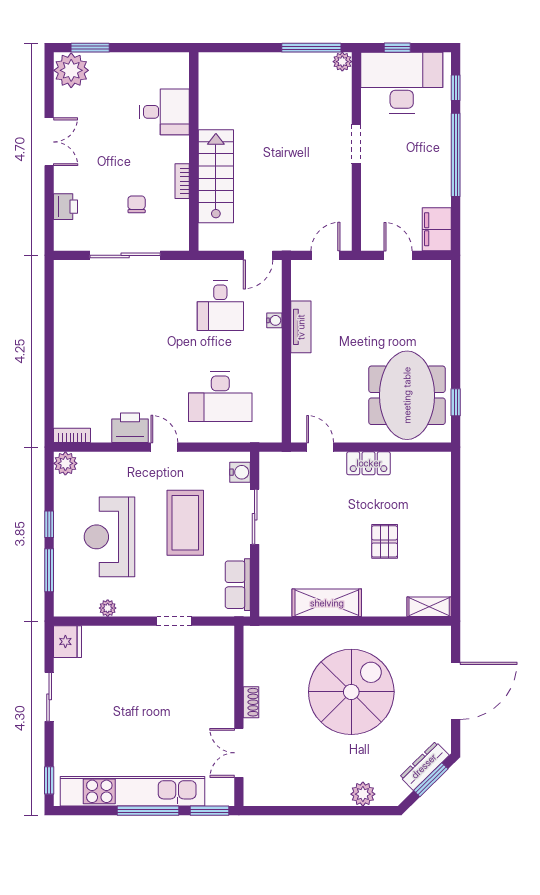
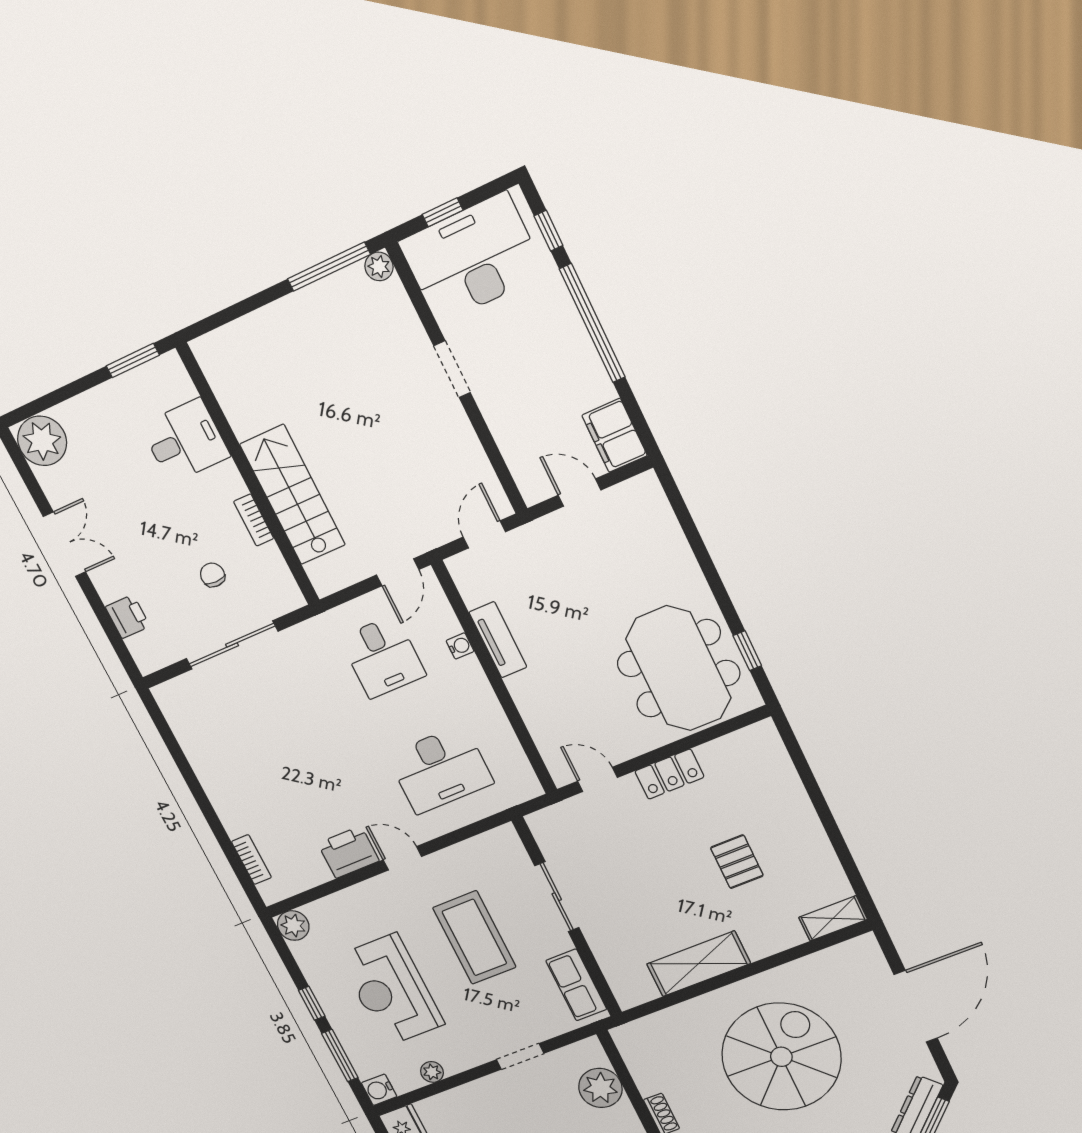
window: (90, 48) -> (133, 360), moved
bookcase: (72, 435) -> (251, 860), moved, turned 90
water cooler: (240, 472) -> (379, 1090), moved, turned 180
plant: (218, 666) -> (600, 1088), added

